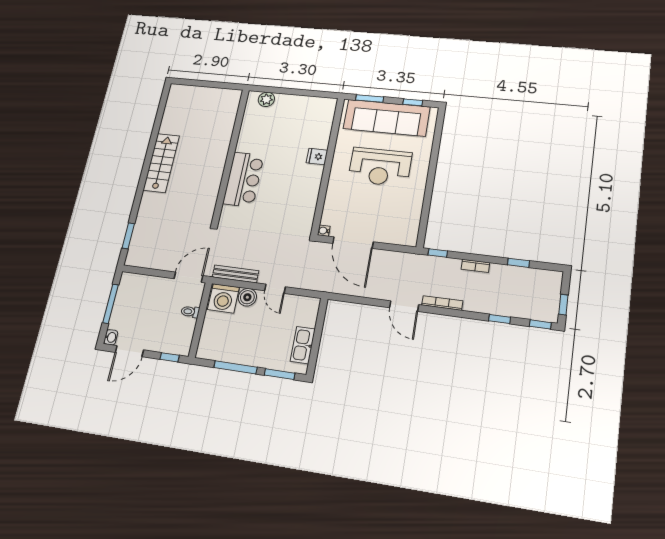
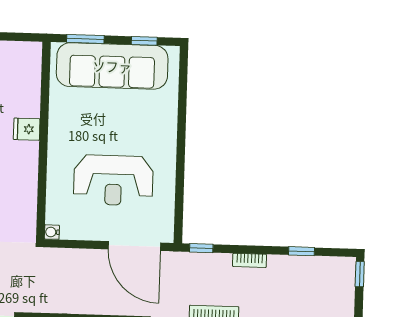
reception desk: (380, 167) -> (113, 180), moved
door: (353, 243) -> (134, 246), moved
window: (563, 305) -> (360, 274), moved

